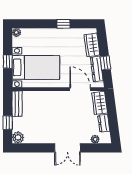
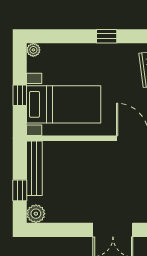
bench: (17, 104) -> (34, 168), width x1.36

